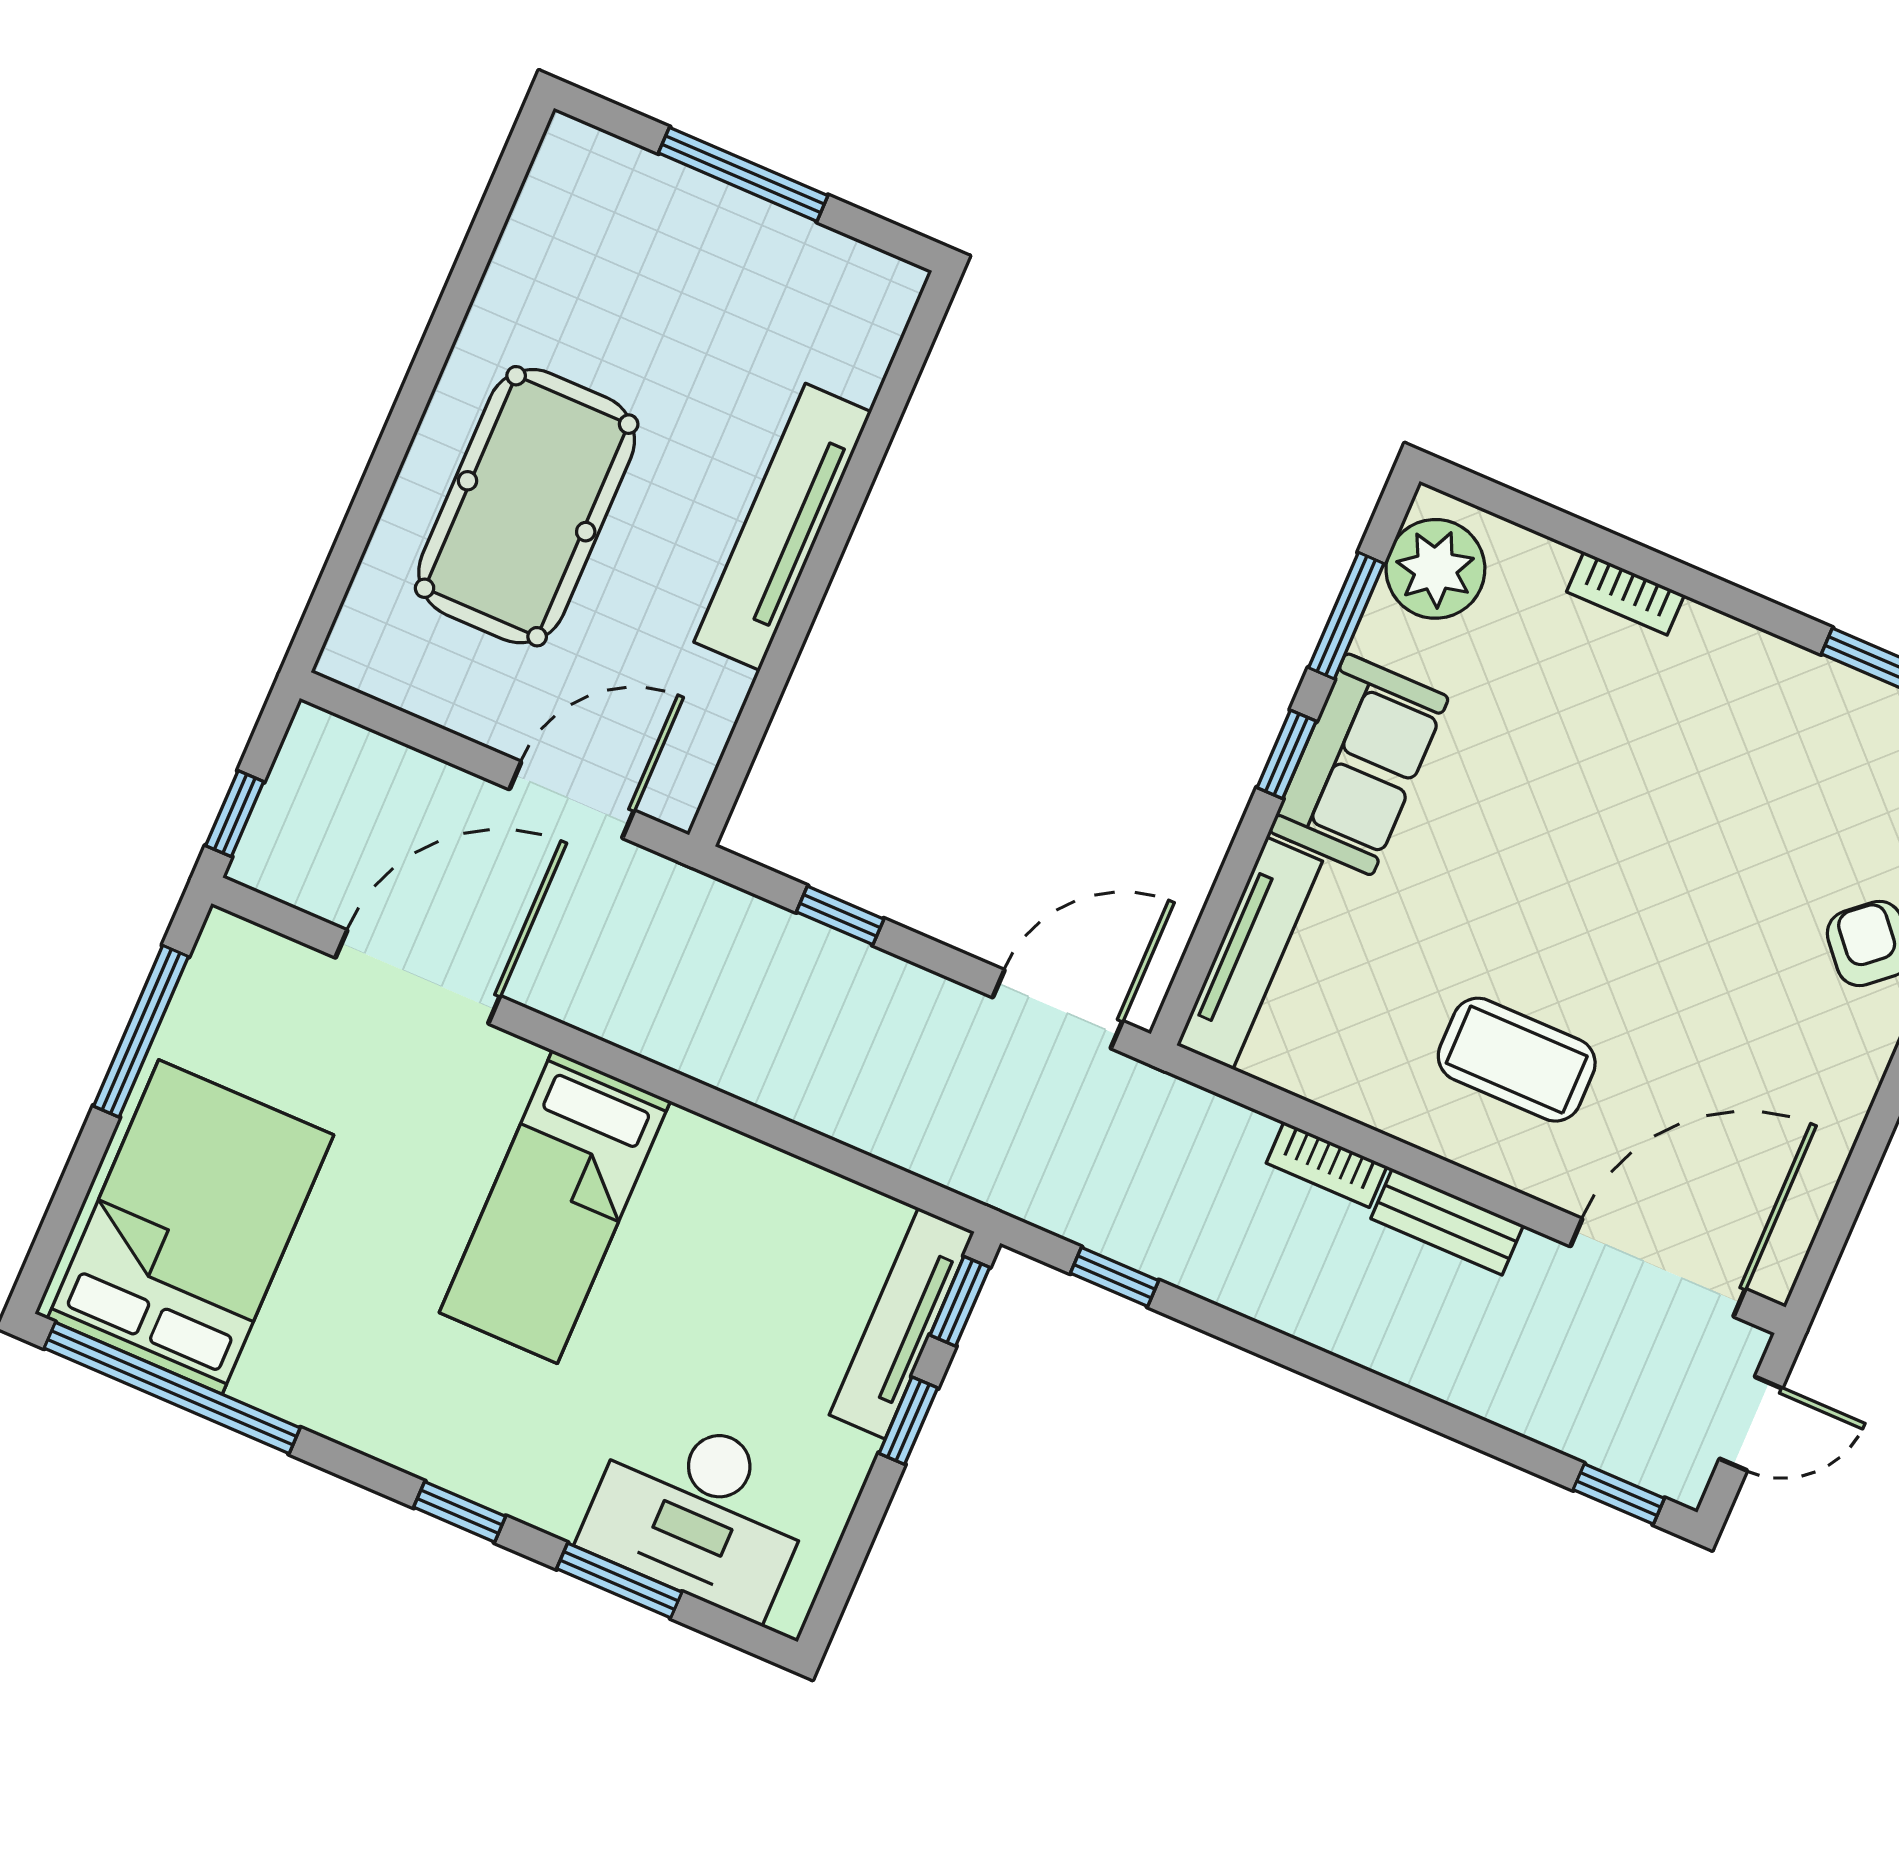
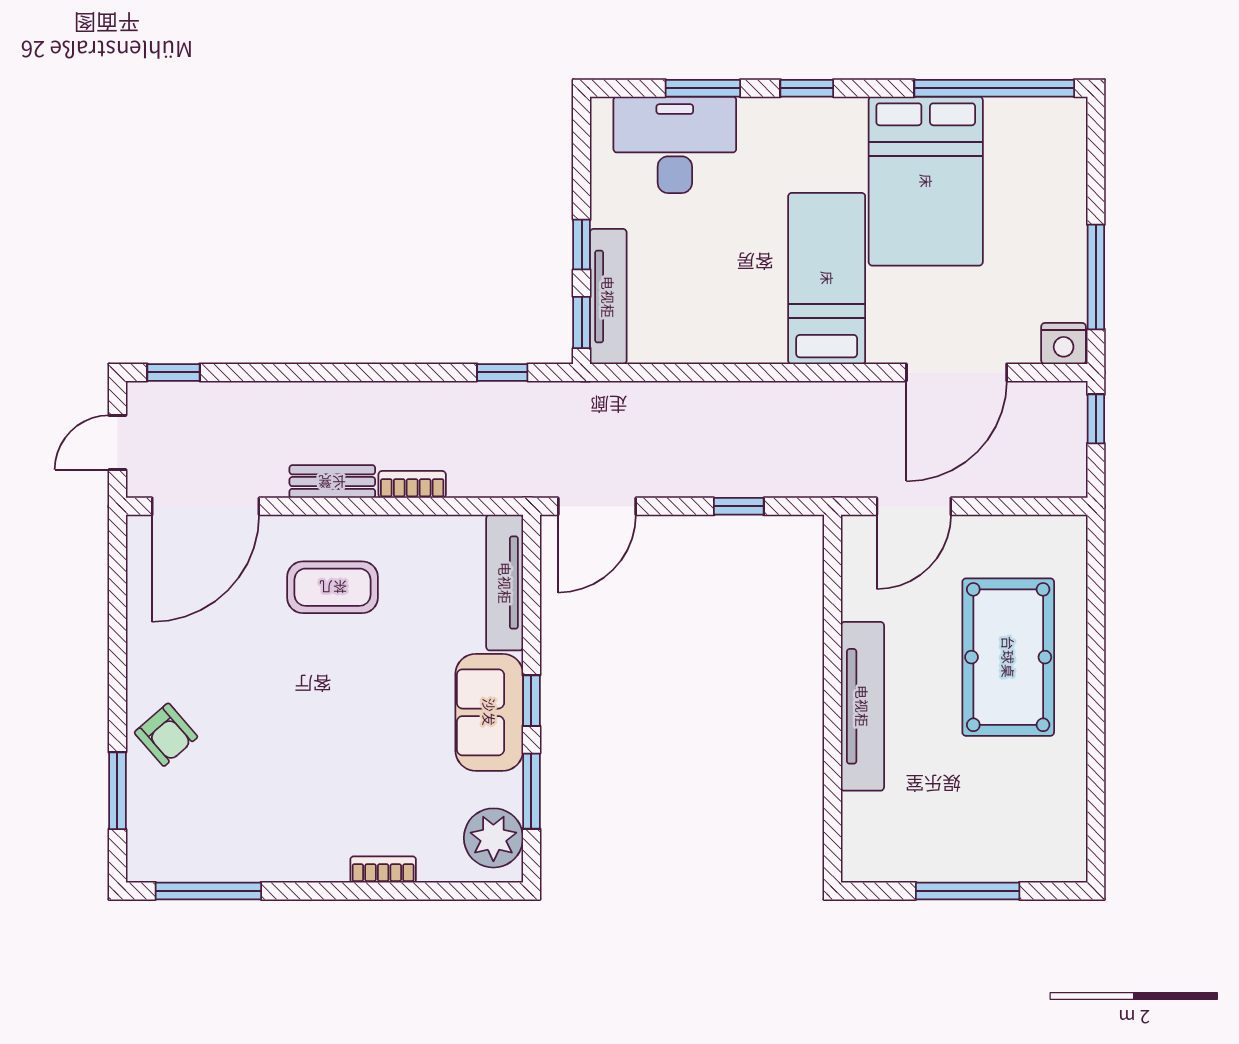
nightstand: (235, 950) -> (1064, 344), added
bed: (190, 1227) -> (926, 181), moved

